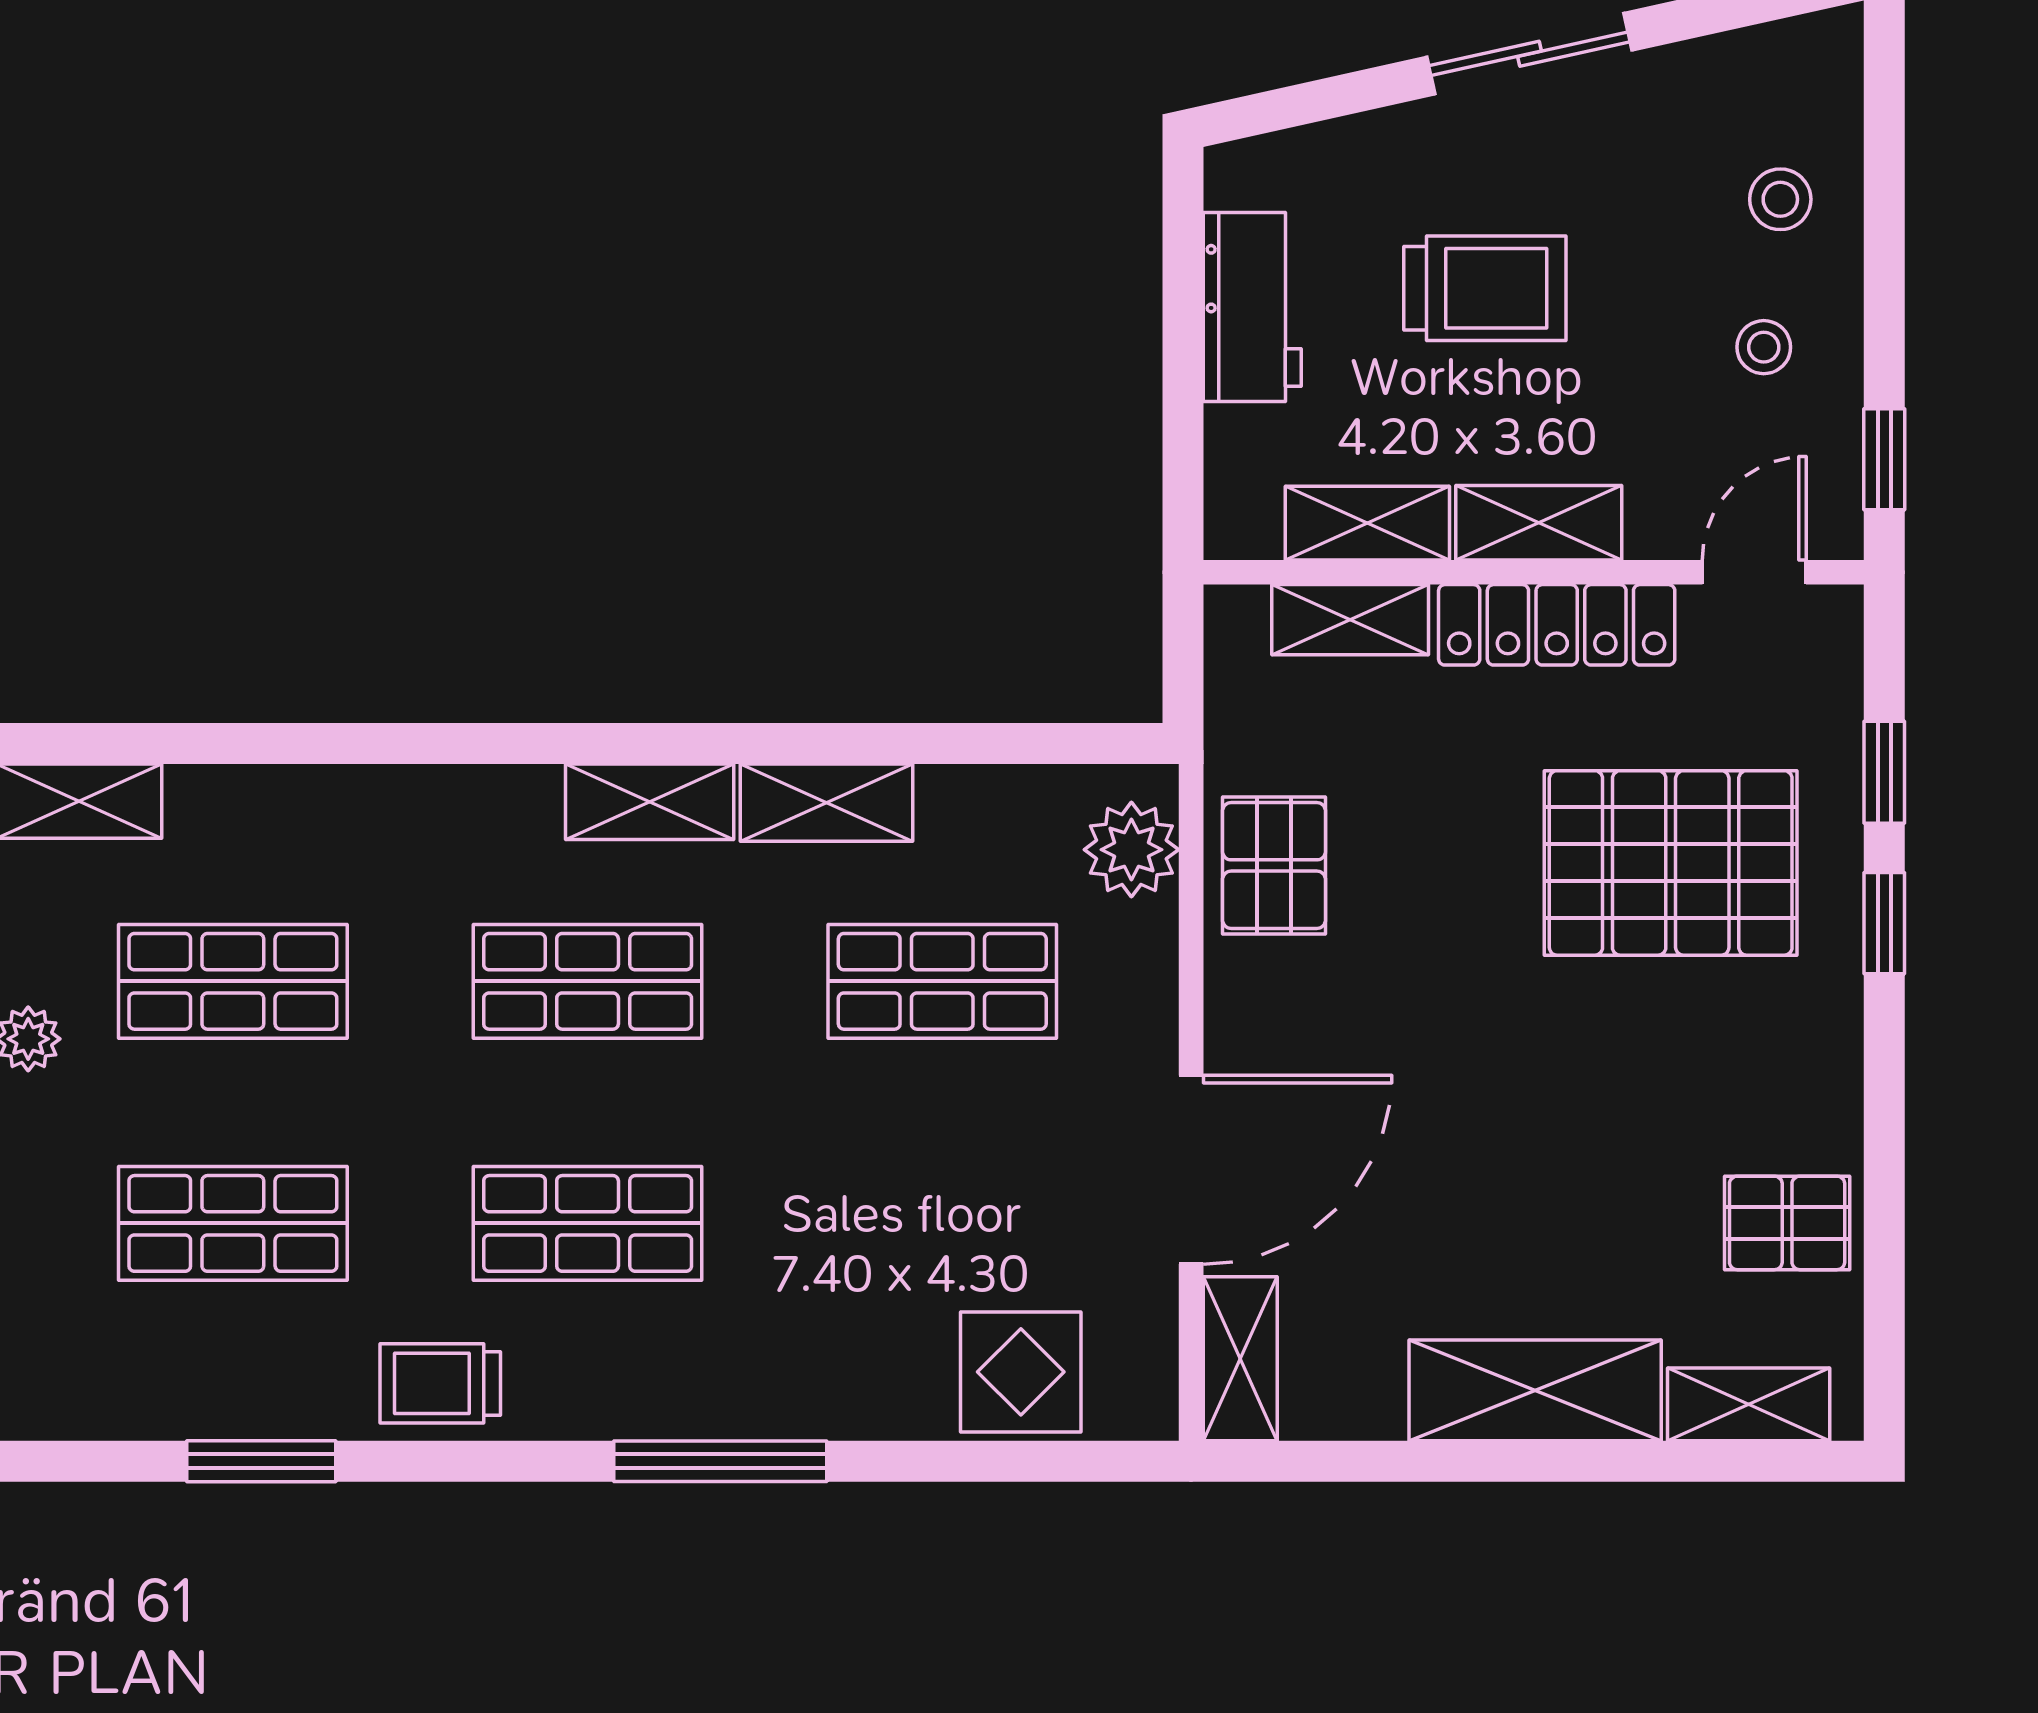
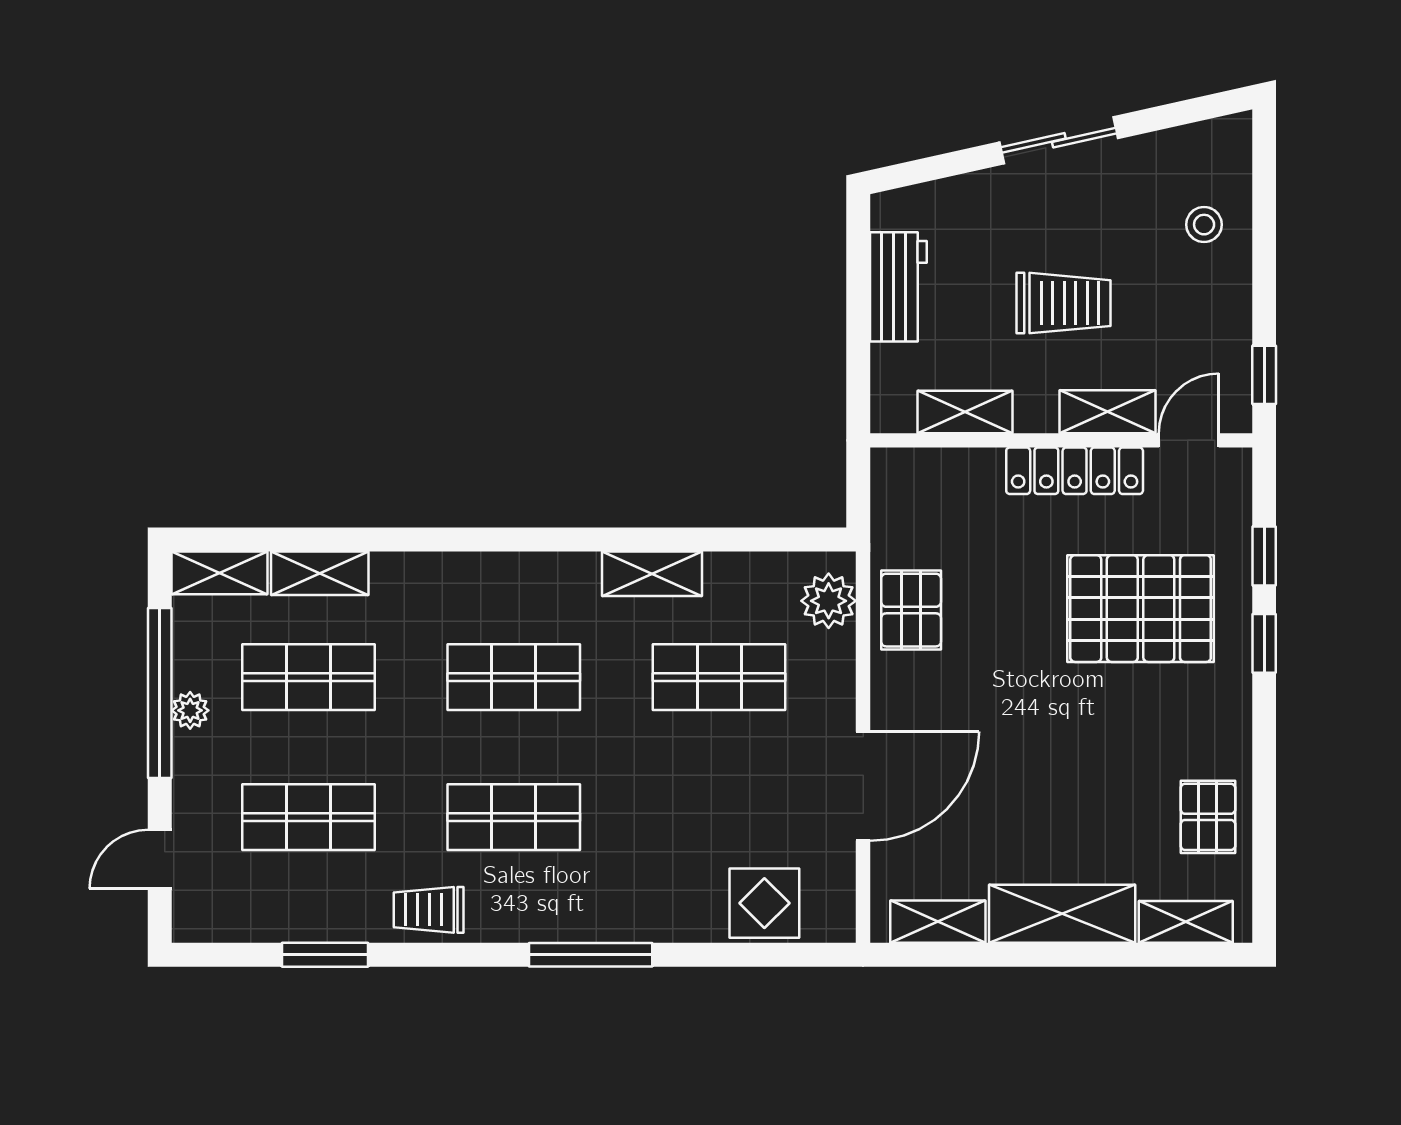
trolley: (1485, 288) -> (1063, 303), moved
stool: (1764, 347) -> (1194, 310), removed
shelving: (1539, 523) -> (1107, 412), moved
shelving: (1350, 620) -> (955, 468), removed
shelving: (650, 802) -> (320, 573), moved
pallet: (1787, 1223) -> (1208, 817), turned 90
shelving: (1240, 1359) -> (938, 922), moved, turned 90

